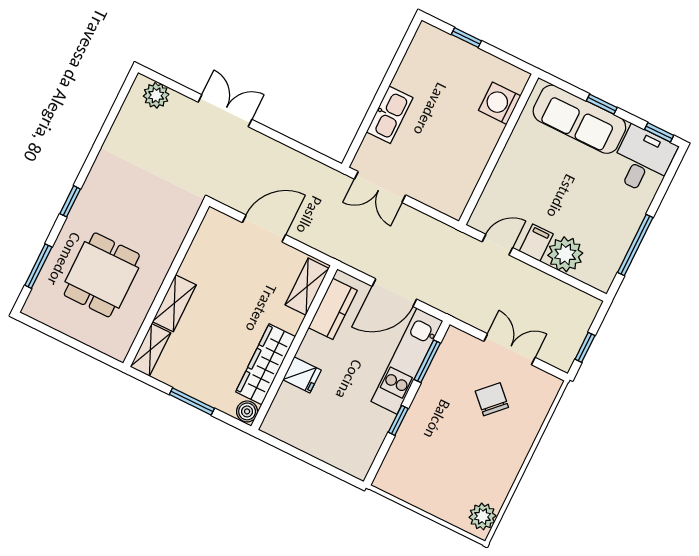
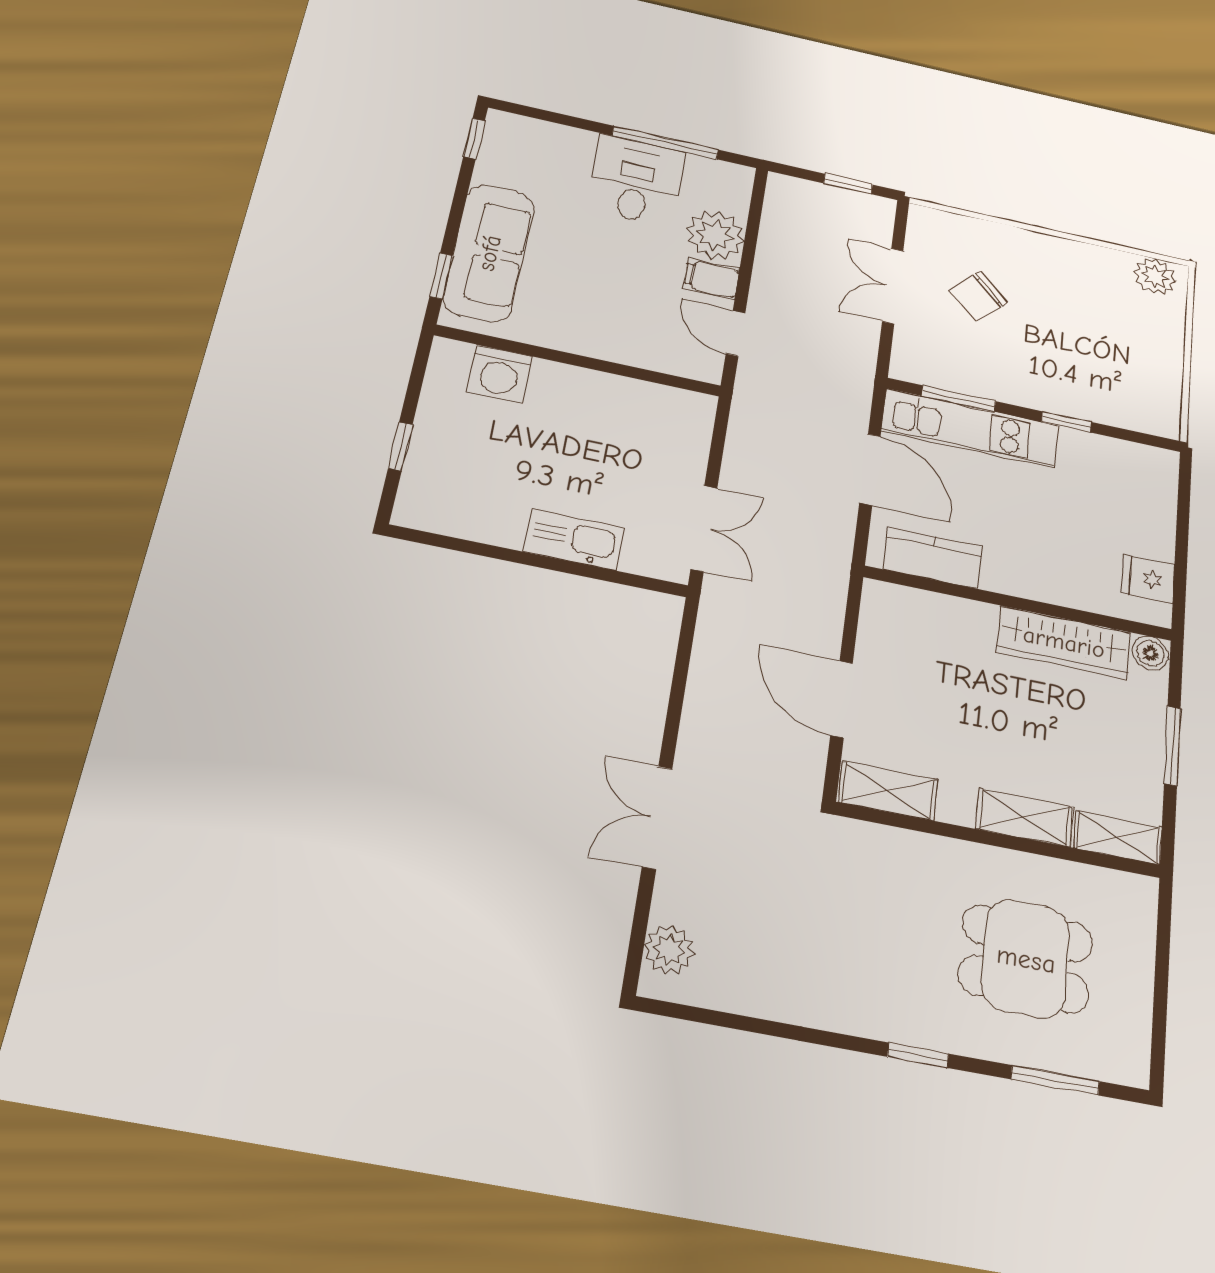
window: (602, 104) -> (441, 276), moved
desk: (643, 160) -> (636, 180), moved, turned 90
shelving: (307, 287) -> (888, 791), moved
fridge: (302, 375) -> (1148, 579), moved, turned -90

